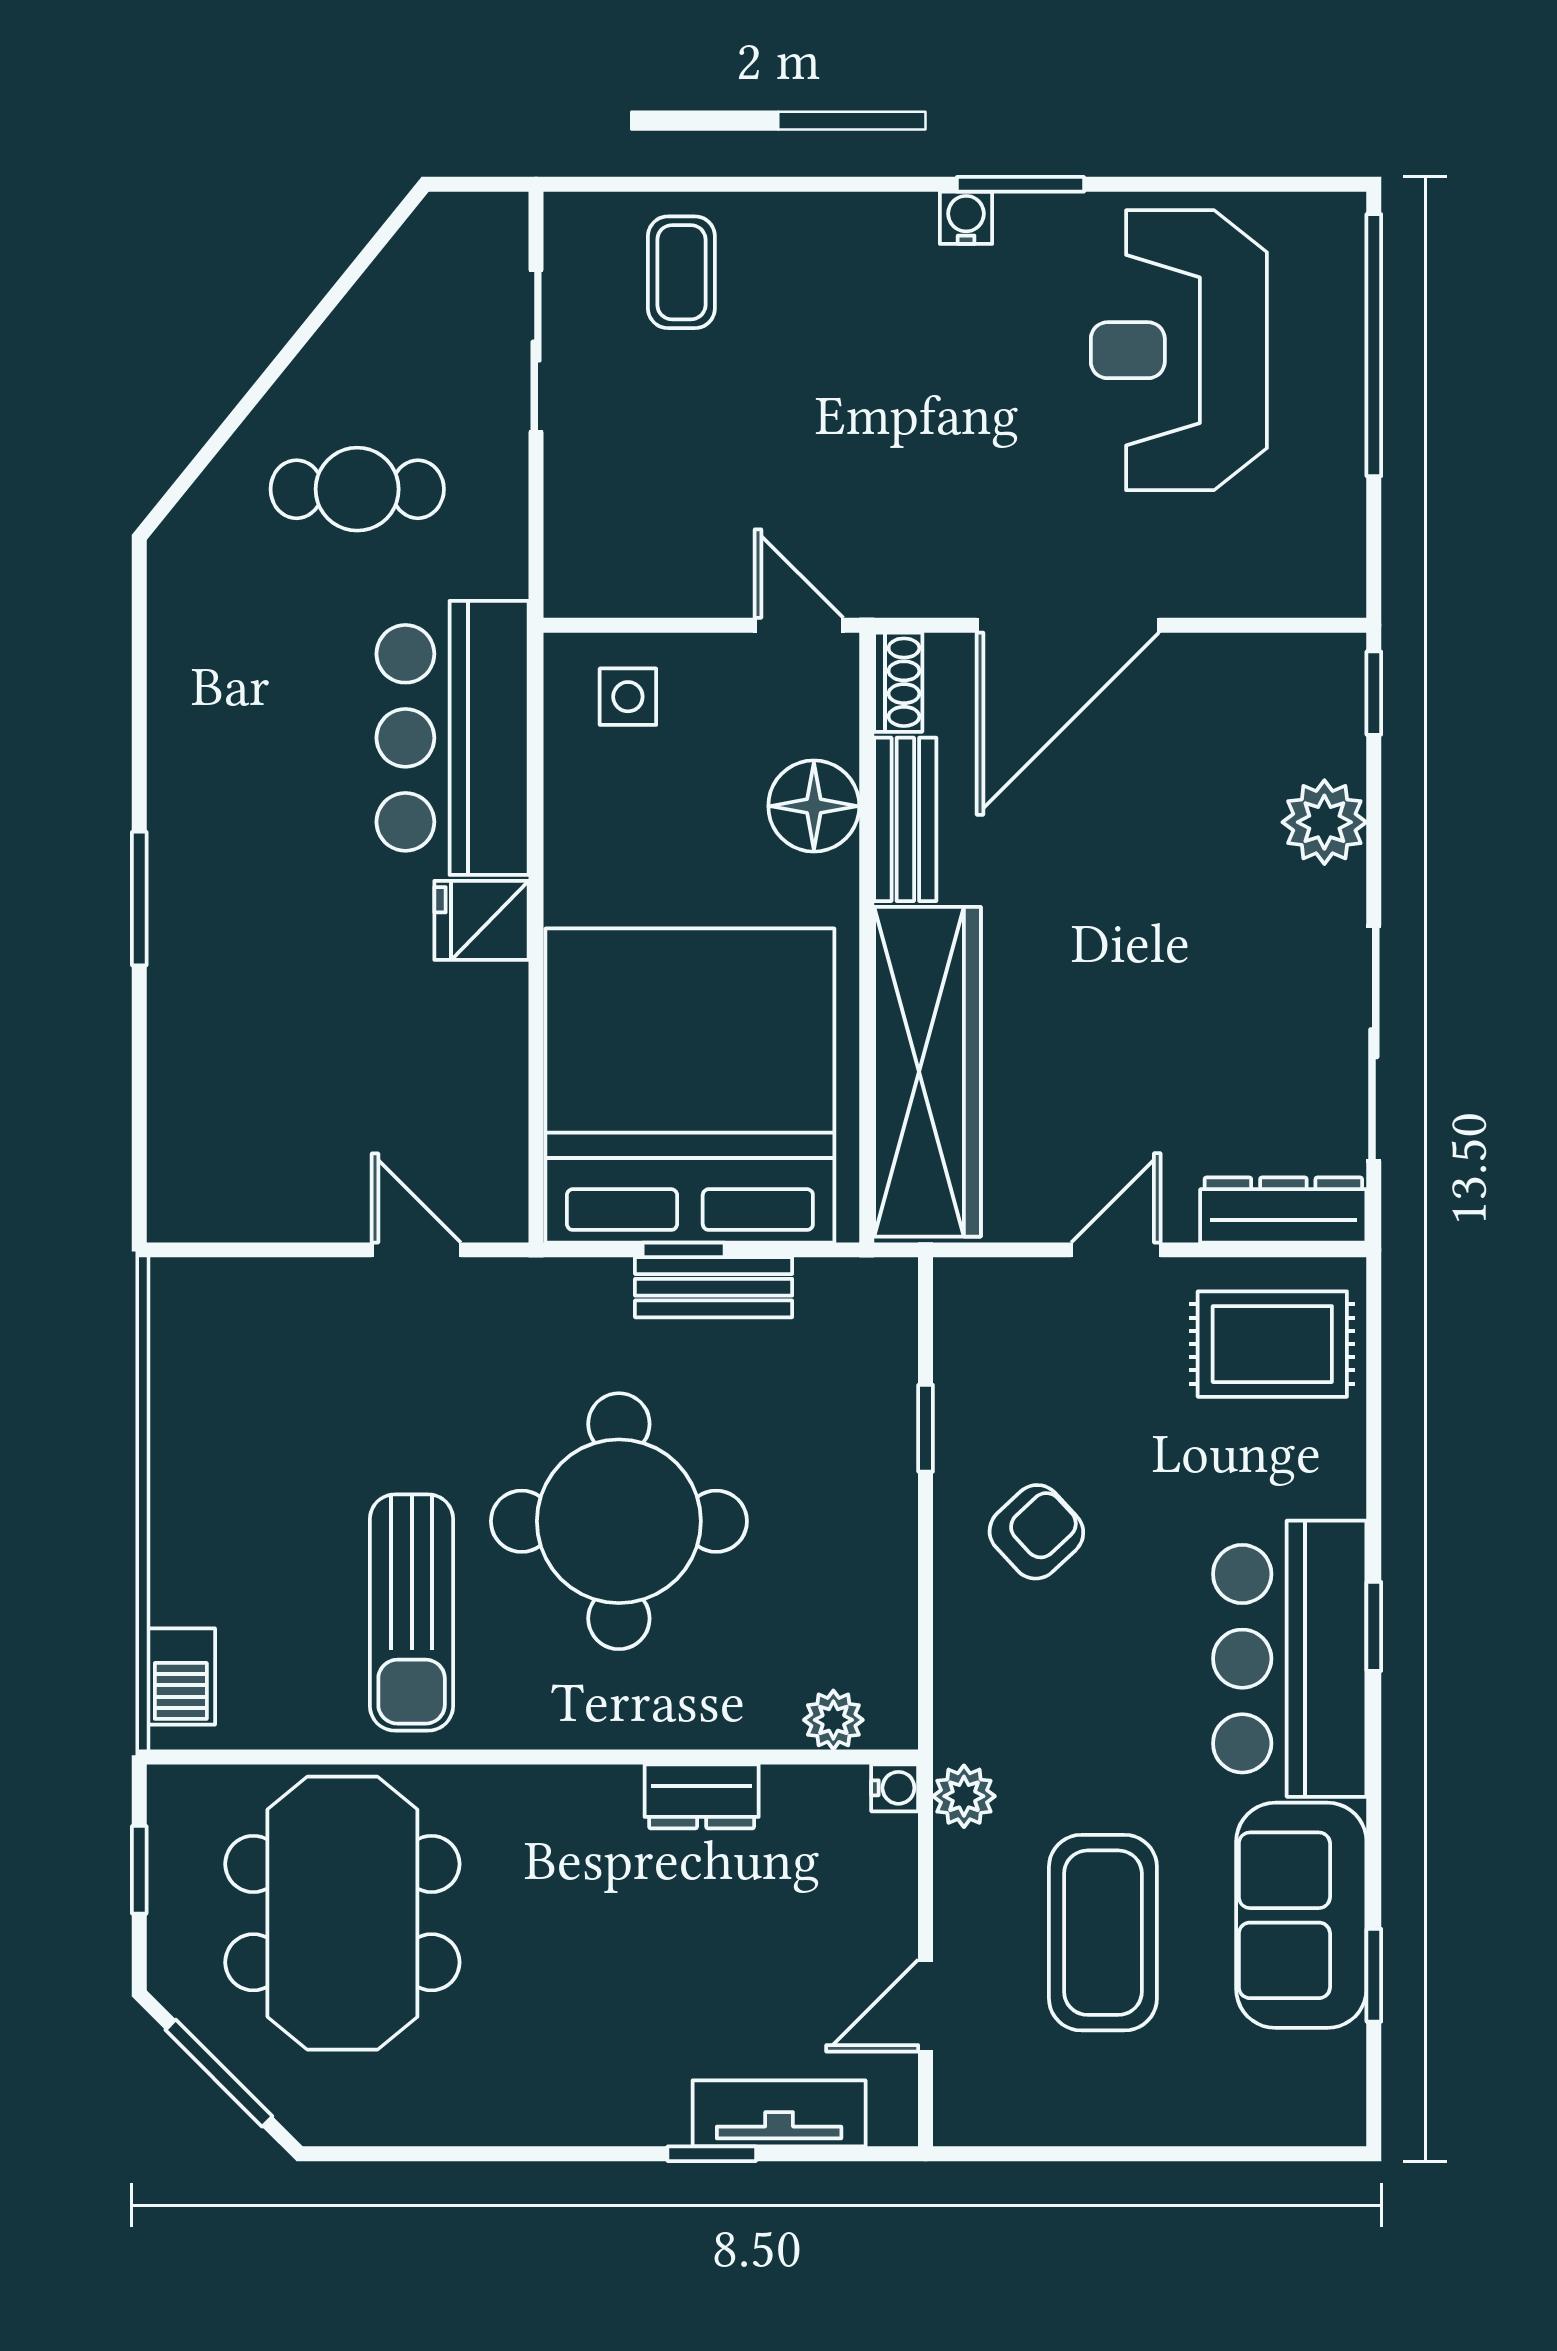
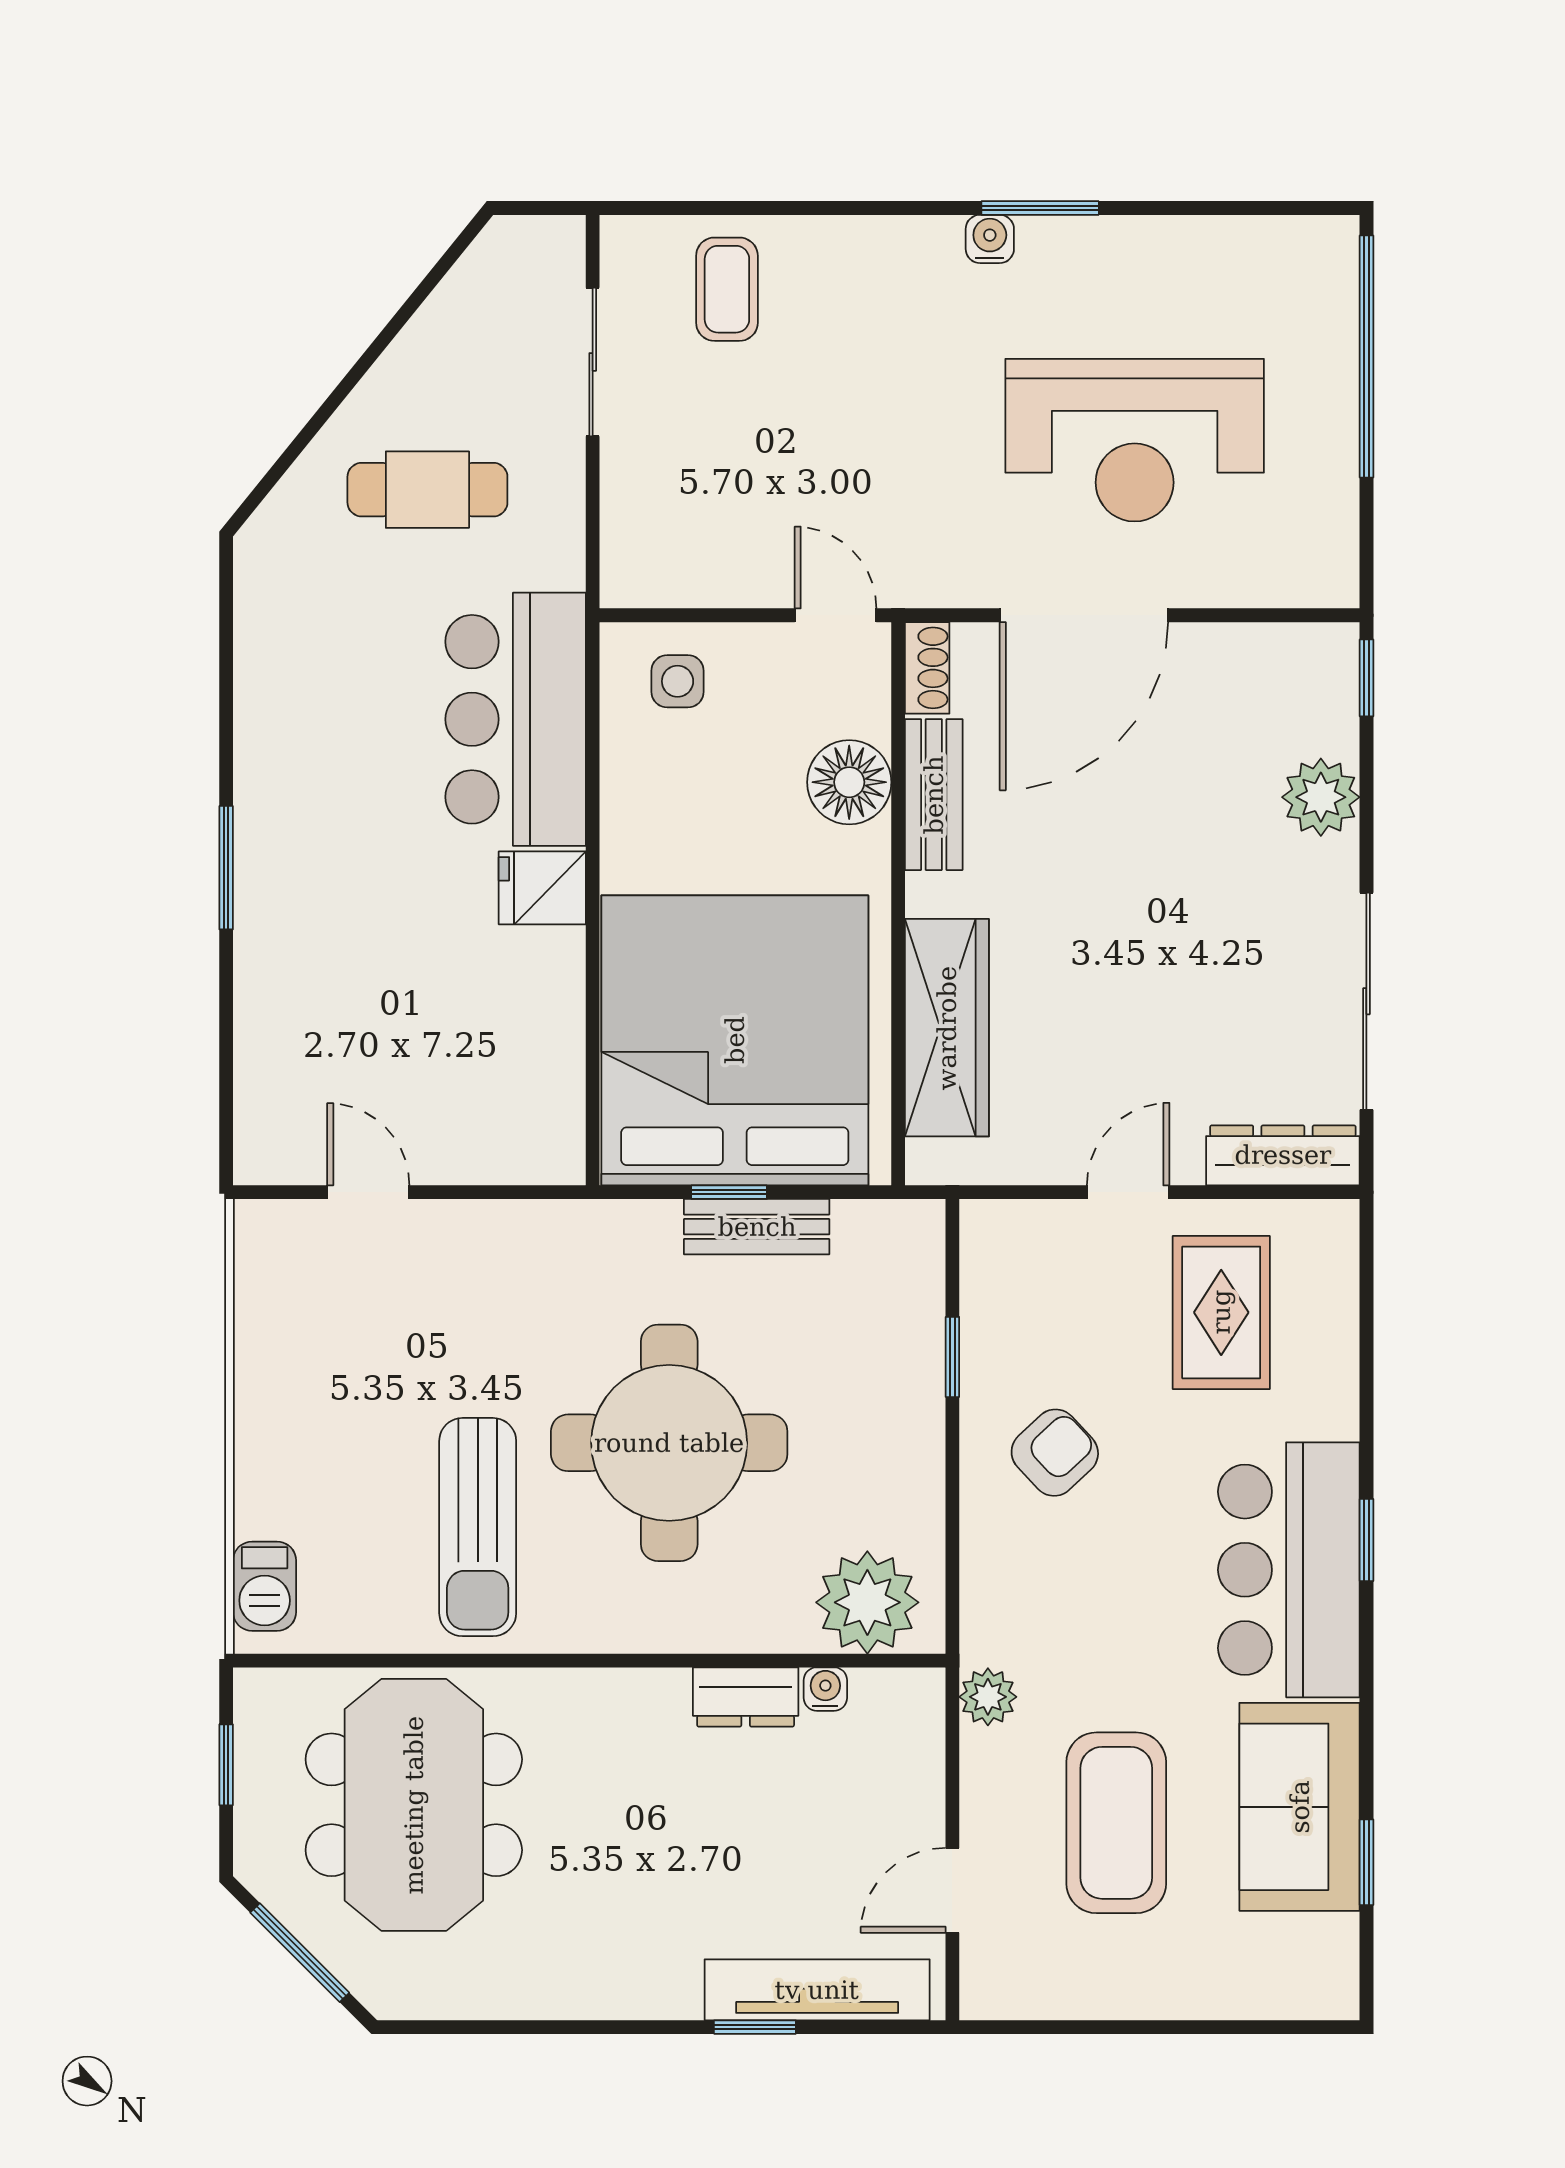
reception desk: (1179, 350) -> (1135, 440), moved, turned -90
wardrobe: (927, 1072) -> (947, 1028), width x0.71, depth x0.85
door: (416, 1250) -> (368, 1192), moved
rug: (1272, 1344) -> (1221, 1312), moved, turned 90
plant: (833, 1720) -> (867, 1602), width x1.88, depth x1.88
water cooler: (895, 1788) -> (825, 1689), moved, turned -90
tv unit: (779, 2113) -> (817, 1990), width x1.41

